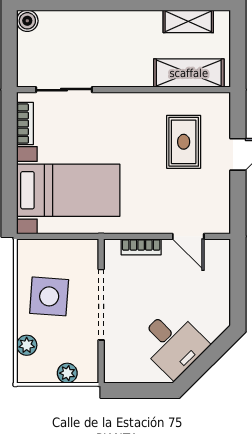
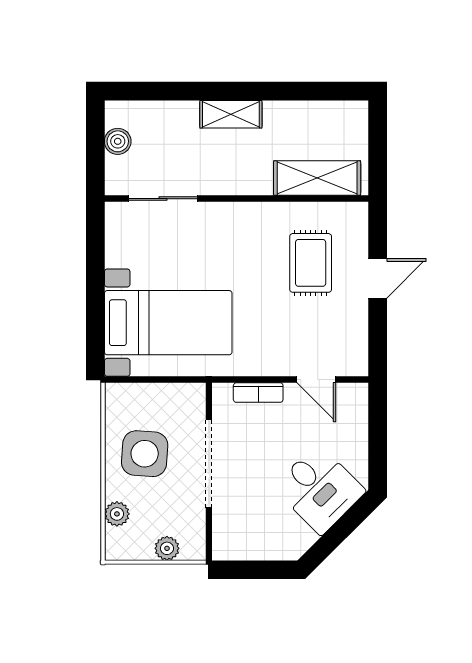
boiler: (27, 21) -> (118, 141), moved
shelving: (188, 21) -> (231, 114), moved
bookcase: (25, 124) -> (115, 240), removed
desk: (173, 343) -> (319, 489), moved

